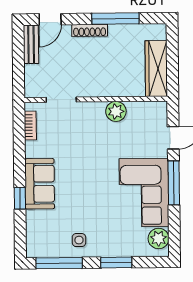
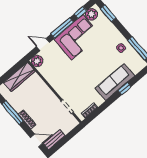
plant: (116, 111) -> (37, 61), moved
sofa: (40, 184) -> (115, 82), width x1.36
window: (174, 226) -> (80, 12), added
window: (116, 263) -> (108, 13), moved

